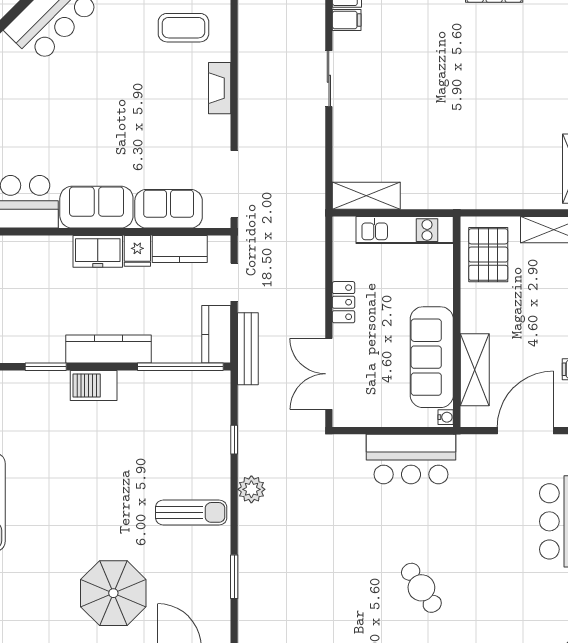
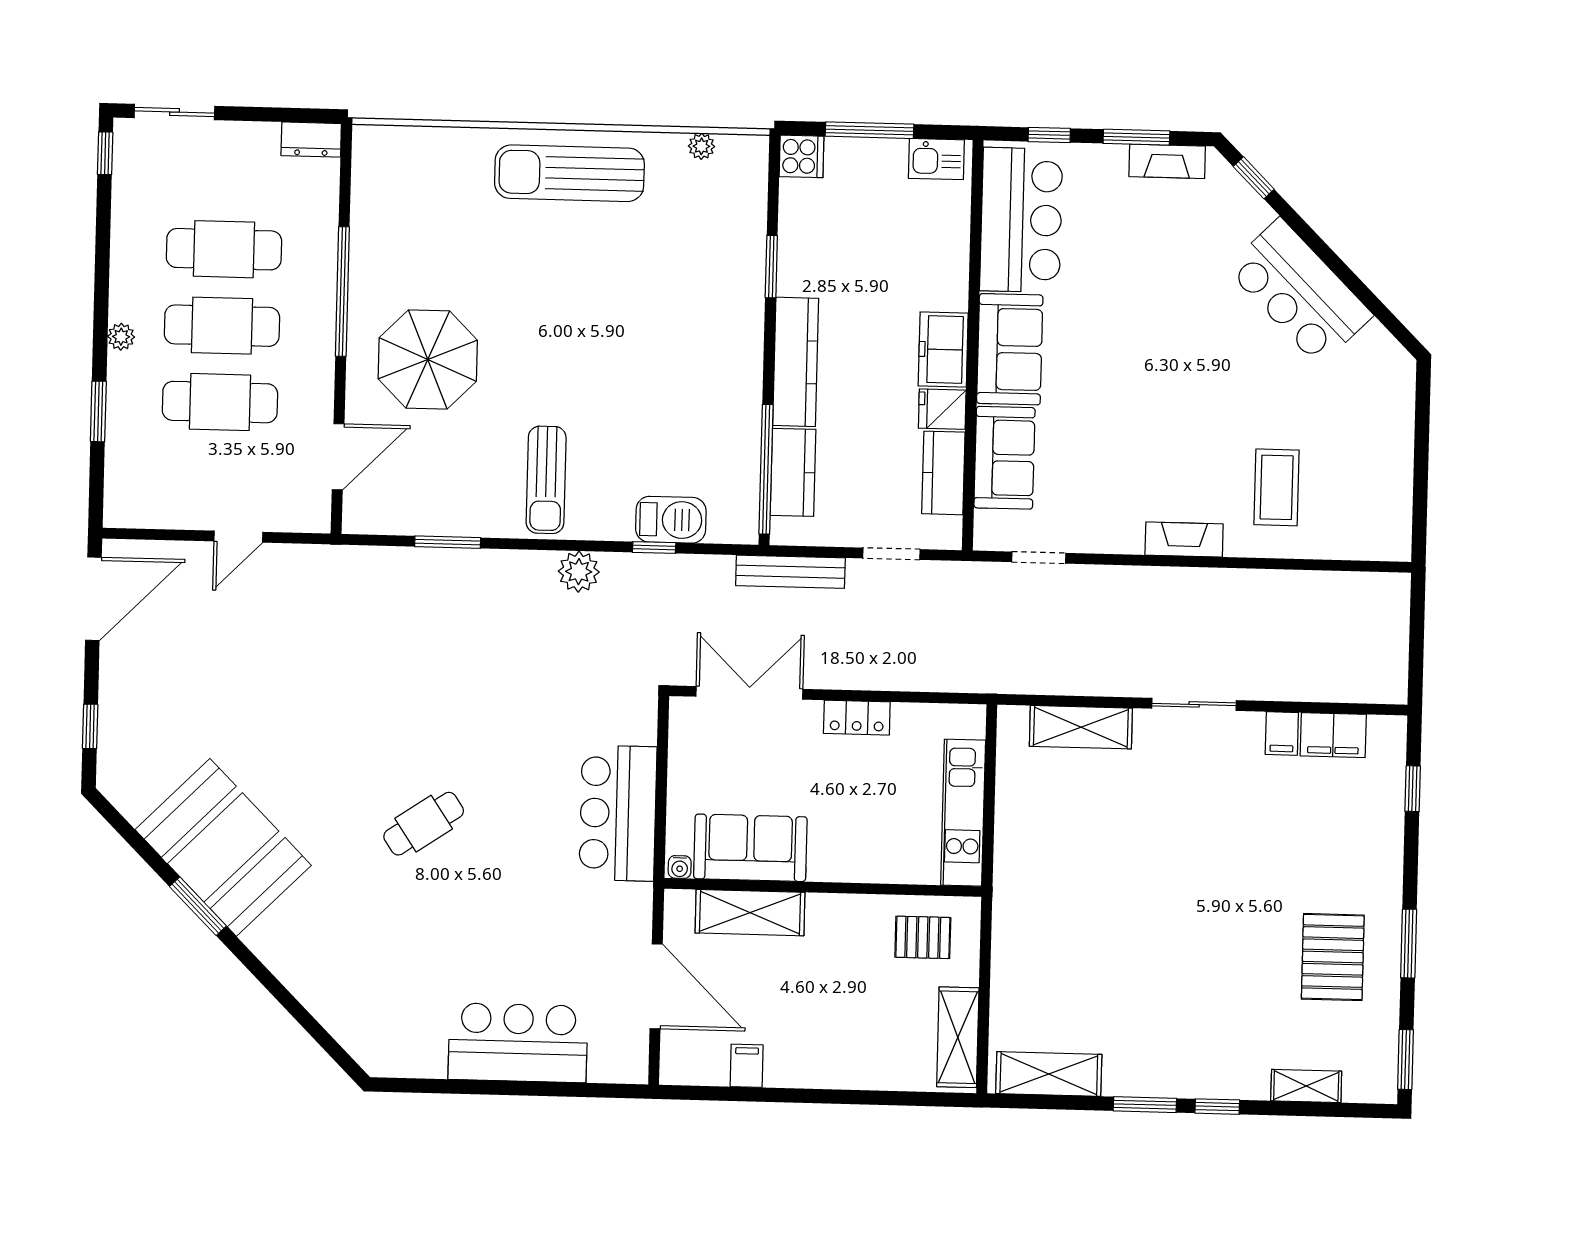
doorway: (234, 184) -> (1039, 558), width x0.53
shelving: (366, 196) -> (1081, 727), moved, turned 90
pallet: (488, 255) -> (923, 937), width x0.67, depth x0.71
kitchen counter: (216, 334) -> (793, 472), moved, turned 90
sofa: (432, 357) -> (750, 848), width x0.73
barbecue: (94, 385) -> (671, 520), moved, turned 90

